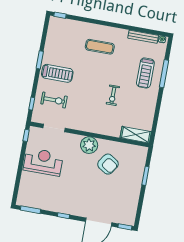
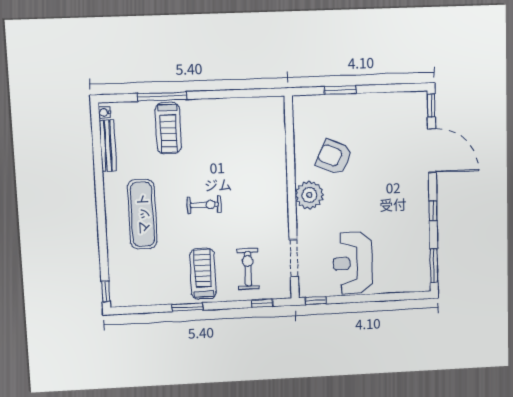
exercise mat: (100, 47) -> (142, 214), width x1.36, depth x1.45
treadmill: (145, 73) -> (168, 128), turned 90
exercise bike: (113, 95) -> (204, 205), moved
shelving: (136, 135) -> (275, 122), removed
armchair: (108, 164) -> (334, 157), turned -99

